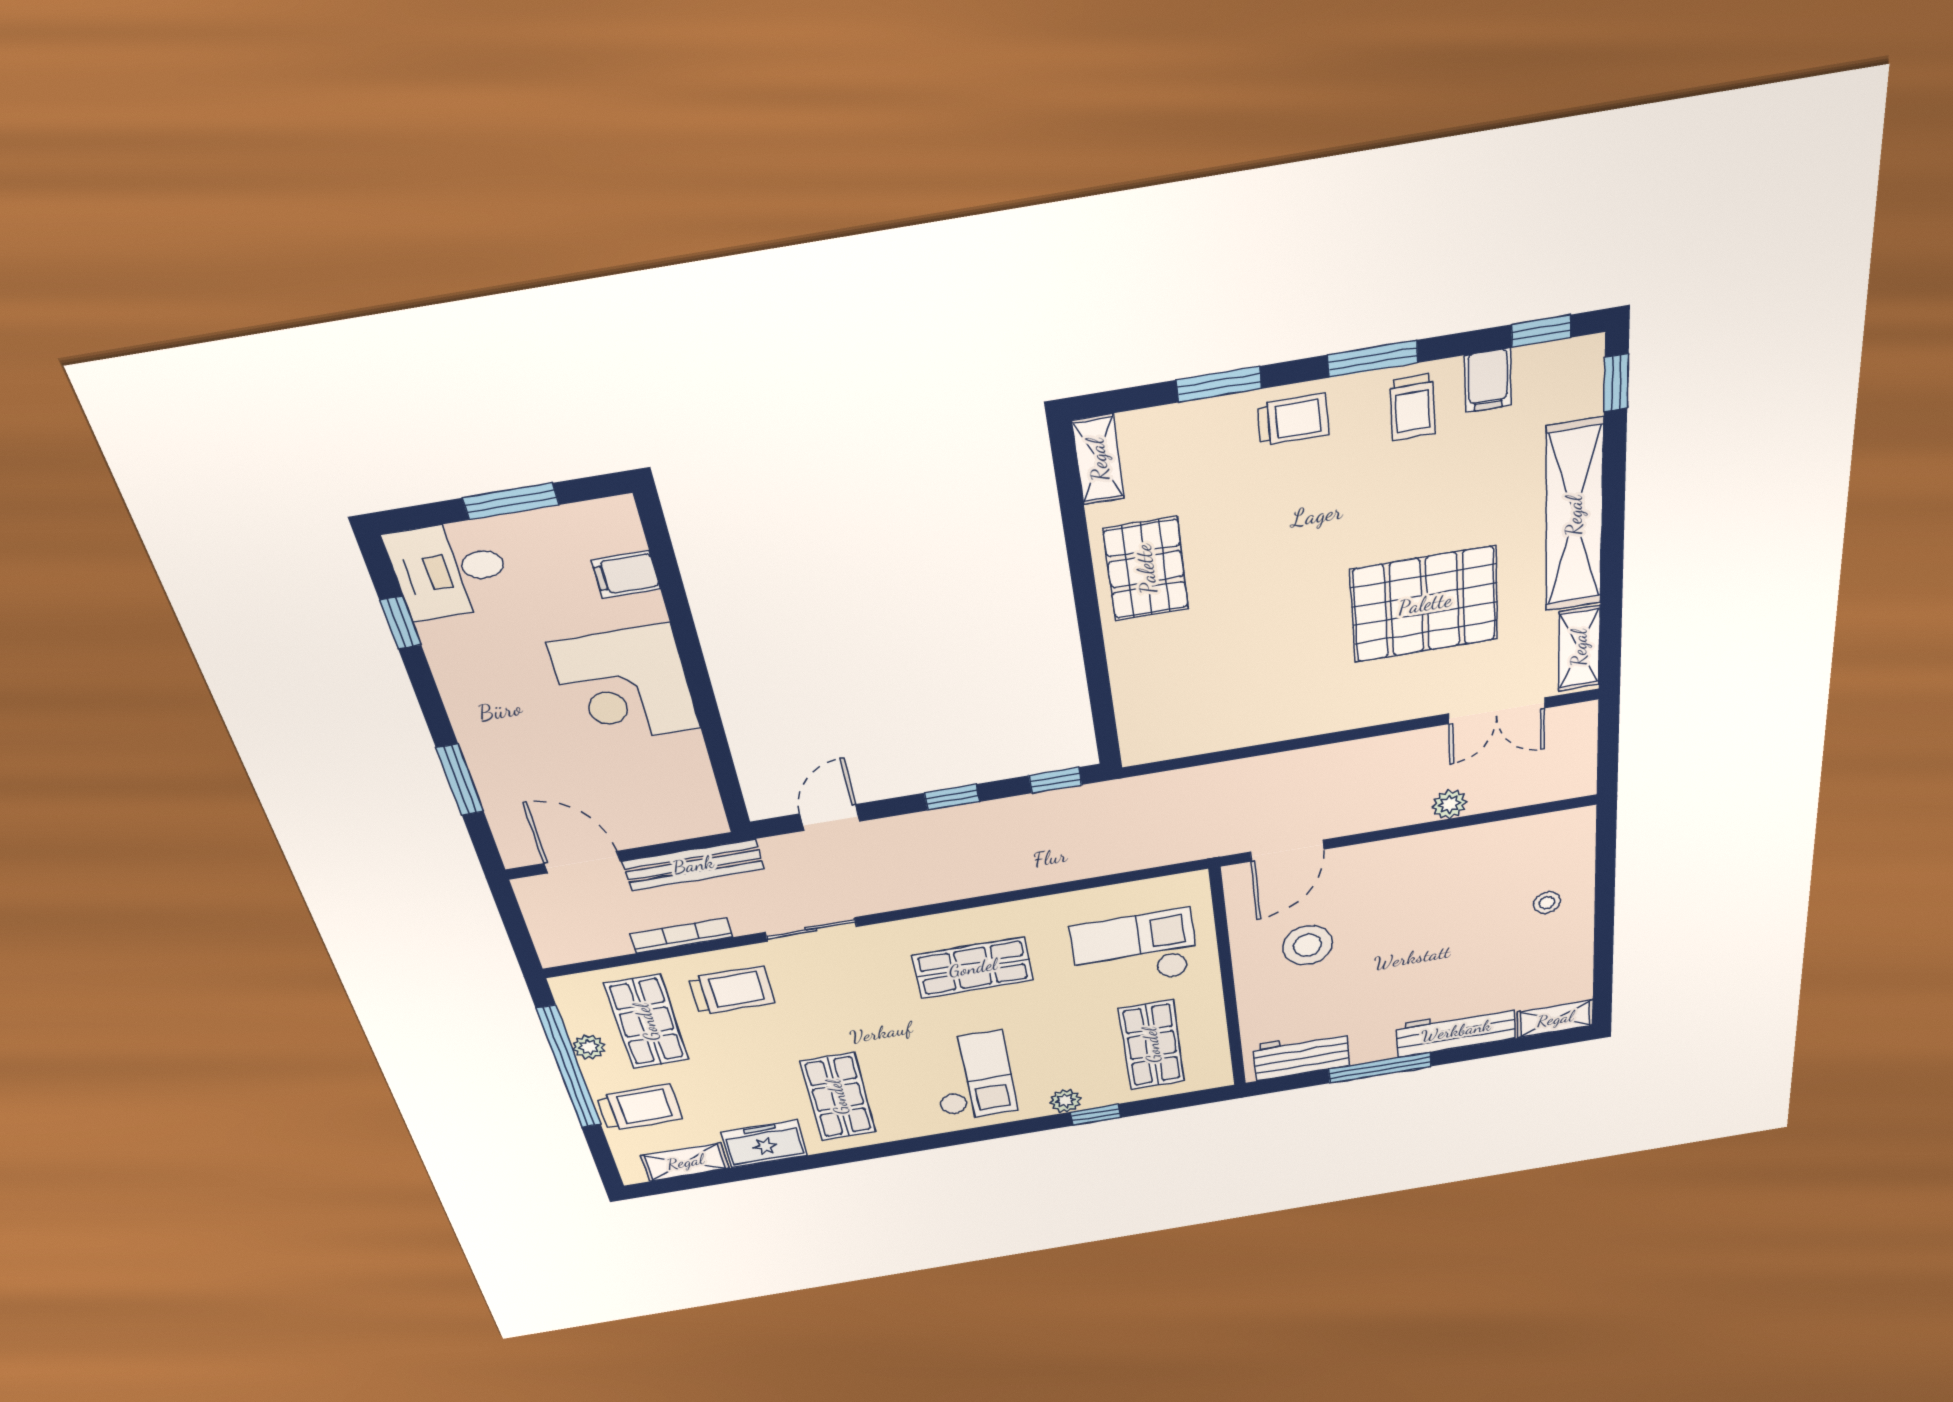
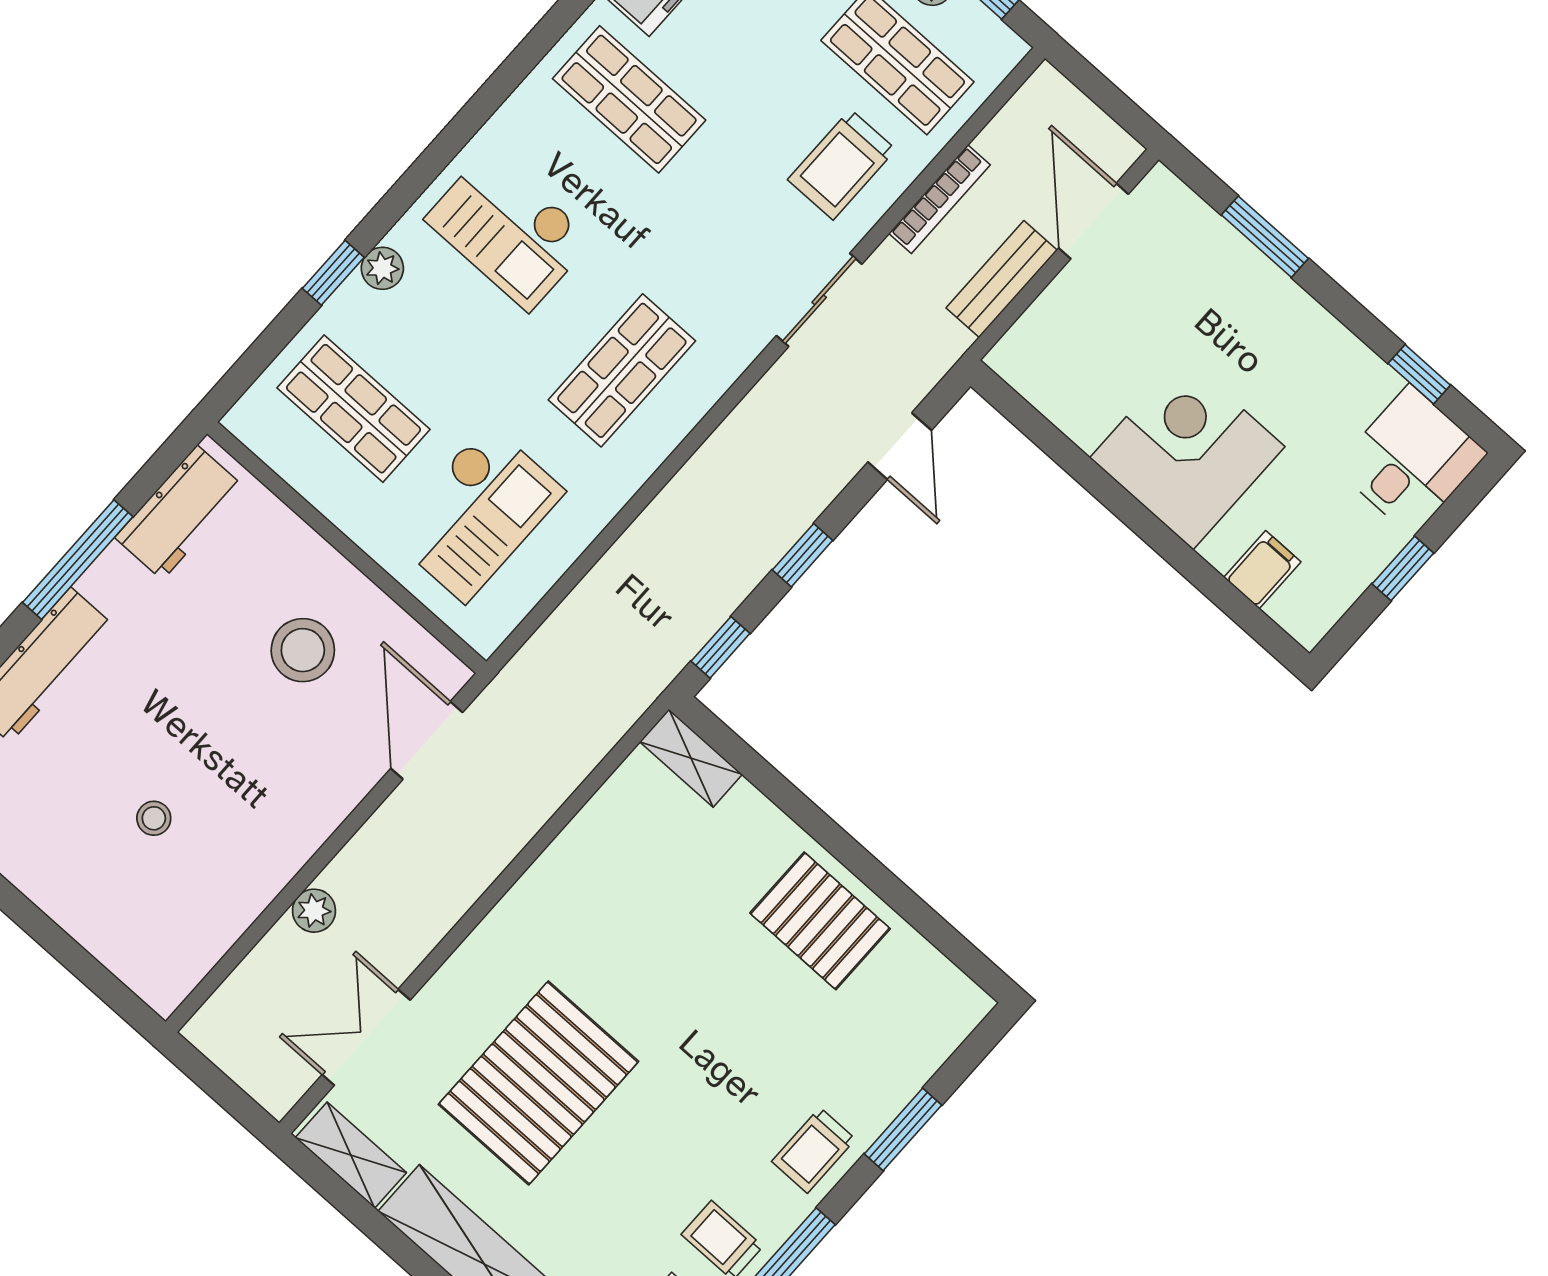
shelving: (1098, 460) -> (691, 758), moved
window: (511, 501) -> (1403, 568), width x0.67
door: (582, 862) -> (1093, 221), swing flipped
bench: (693, 865) -> (1002, 279), width x0.73
stool: (1547, 903) -> (154, 818), moved

